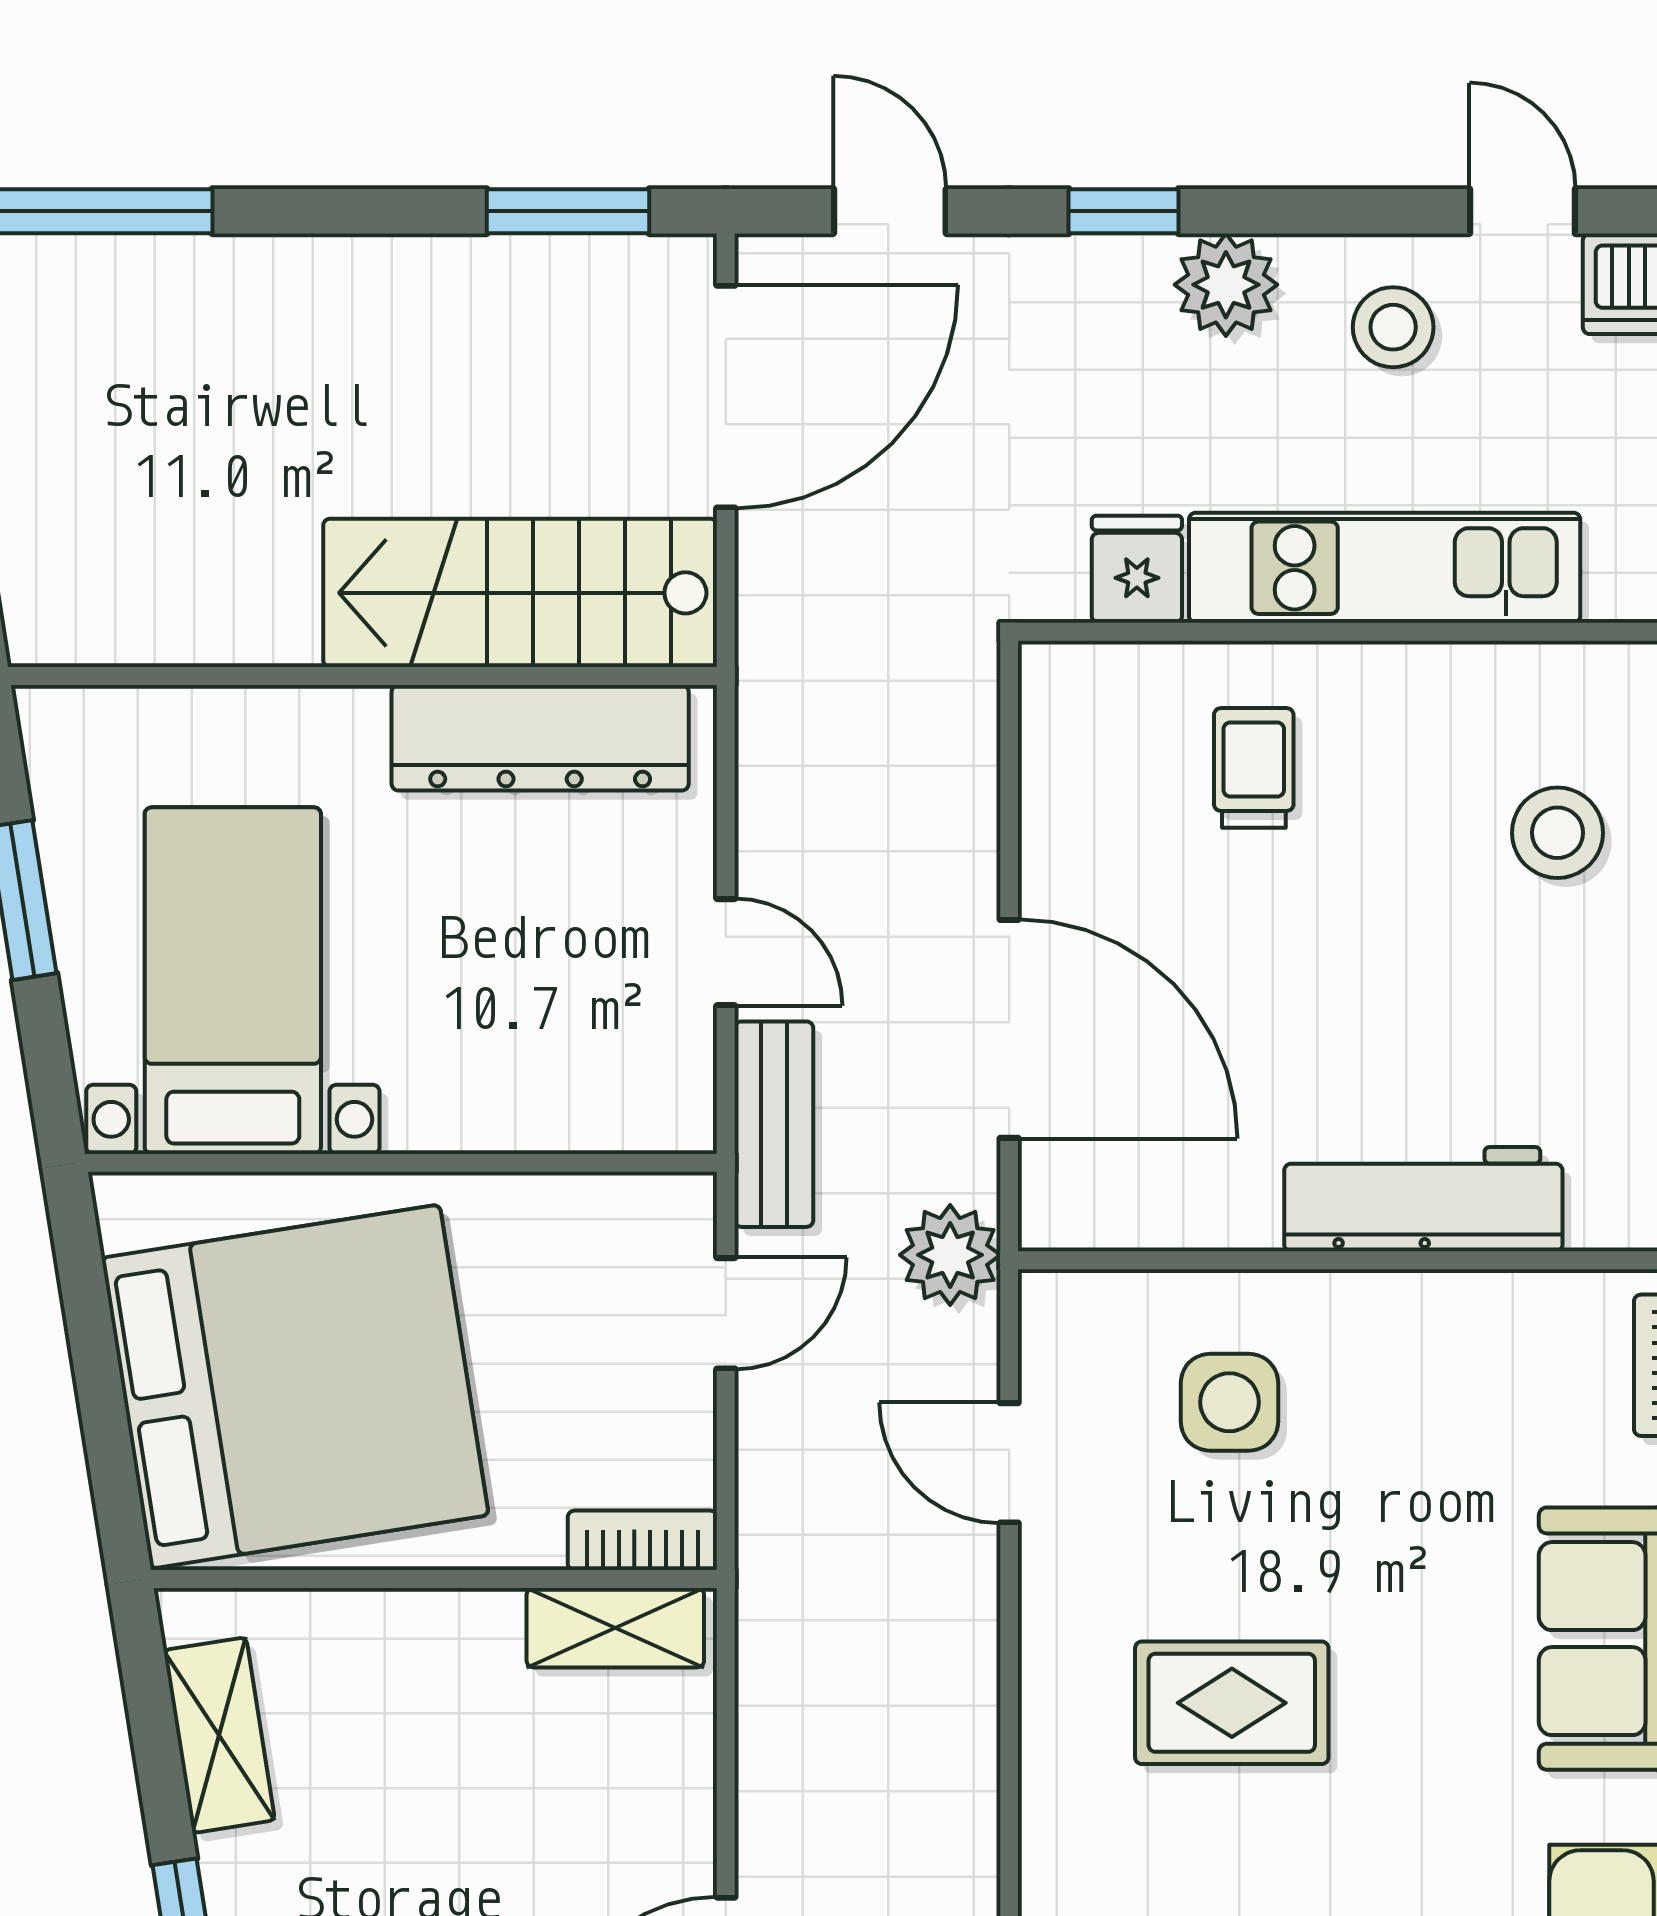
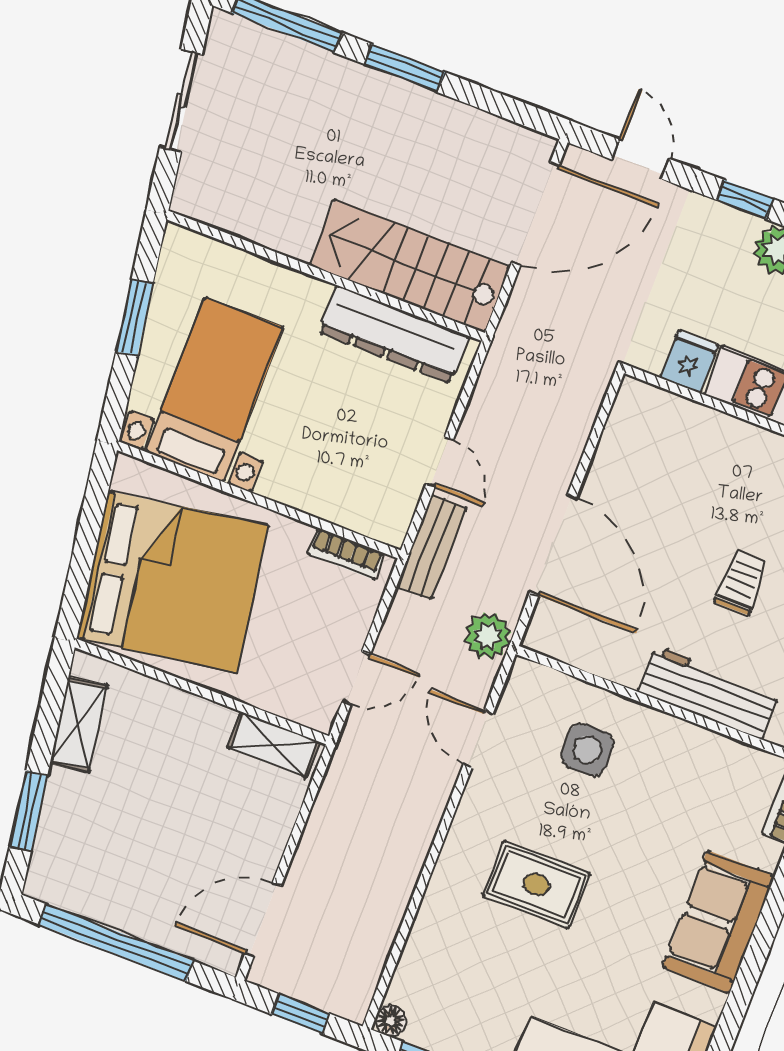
window: (568, 211) -> (405, 68), moved
trolley: (1254, 768) -> (742, 582), moved
door: (726, 1313) -> (356, 678), moved
bookcase: (642, 1540) -> (346, 554), moved, turned 180

